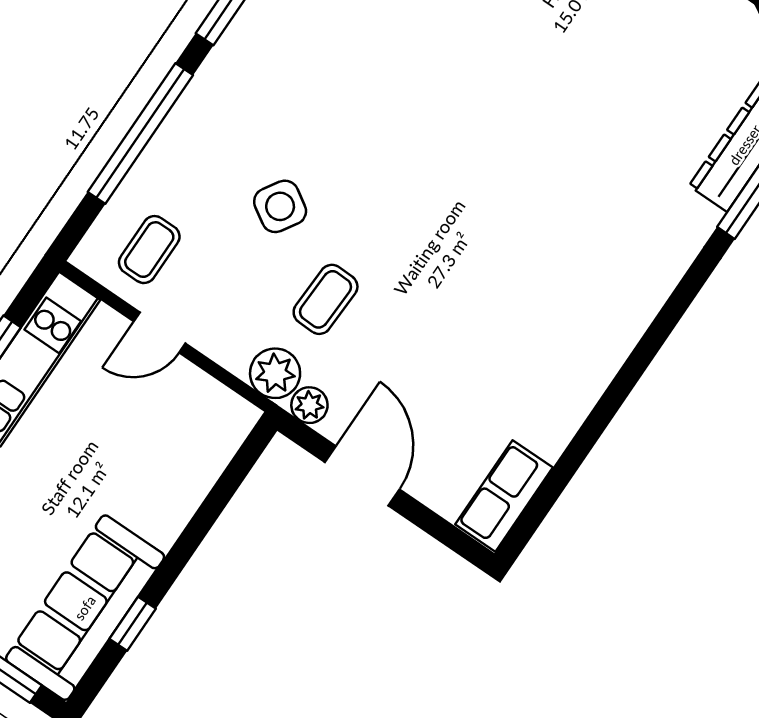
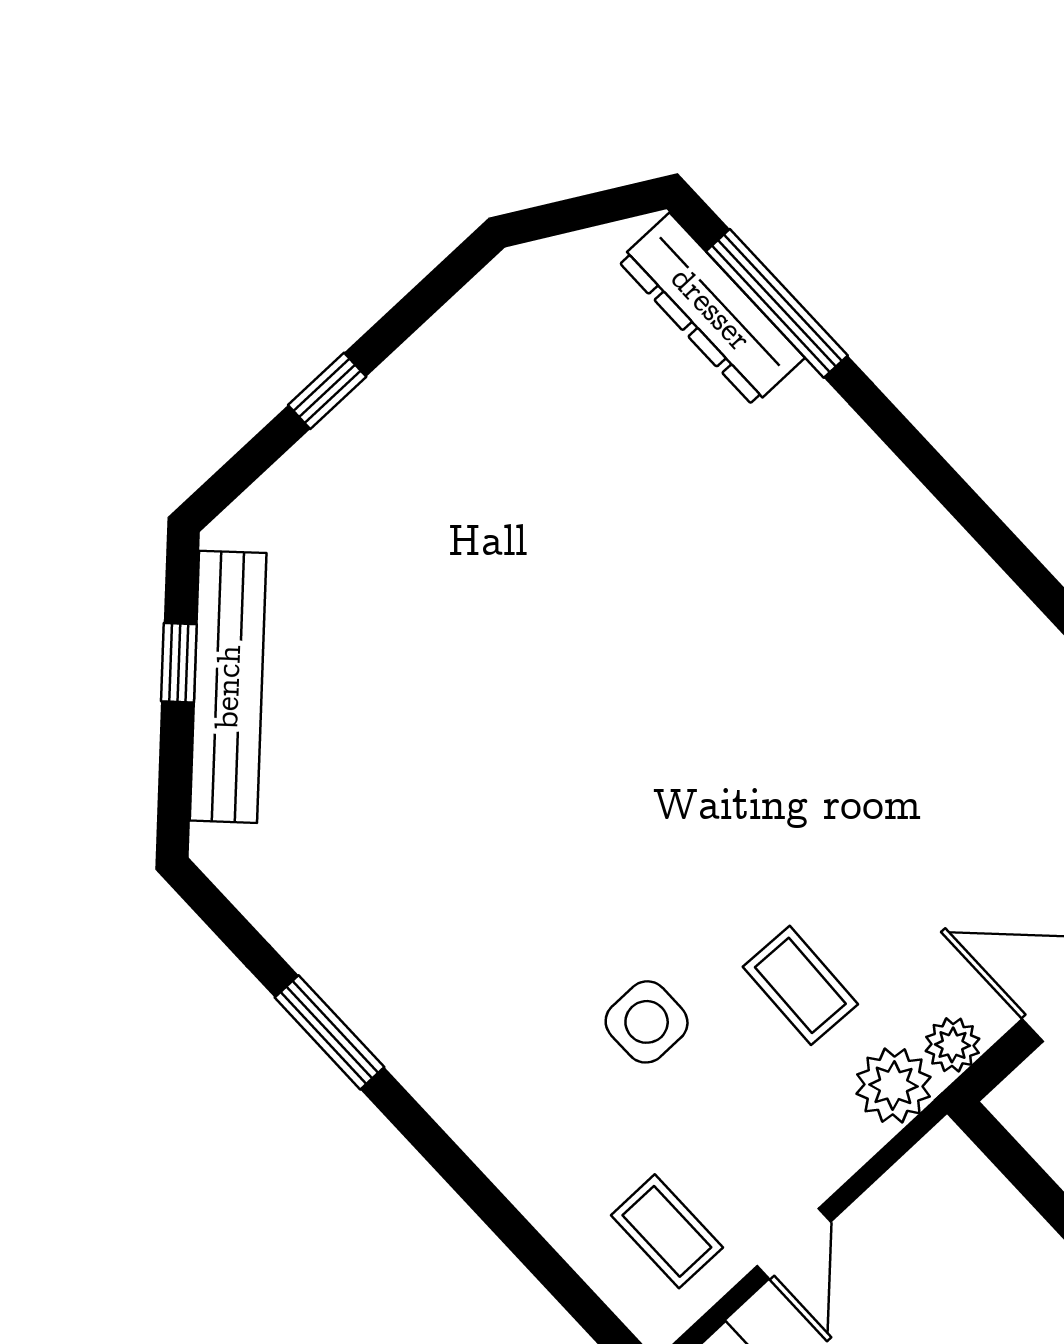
window: (140, 133) -> (491, 1206), removed
side table: (280, 206) -> (647, 1022), turned -32

